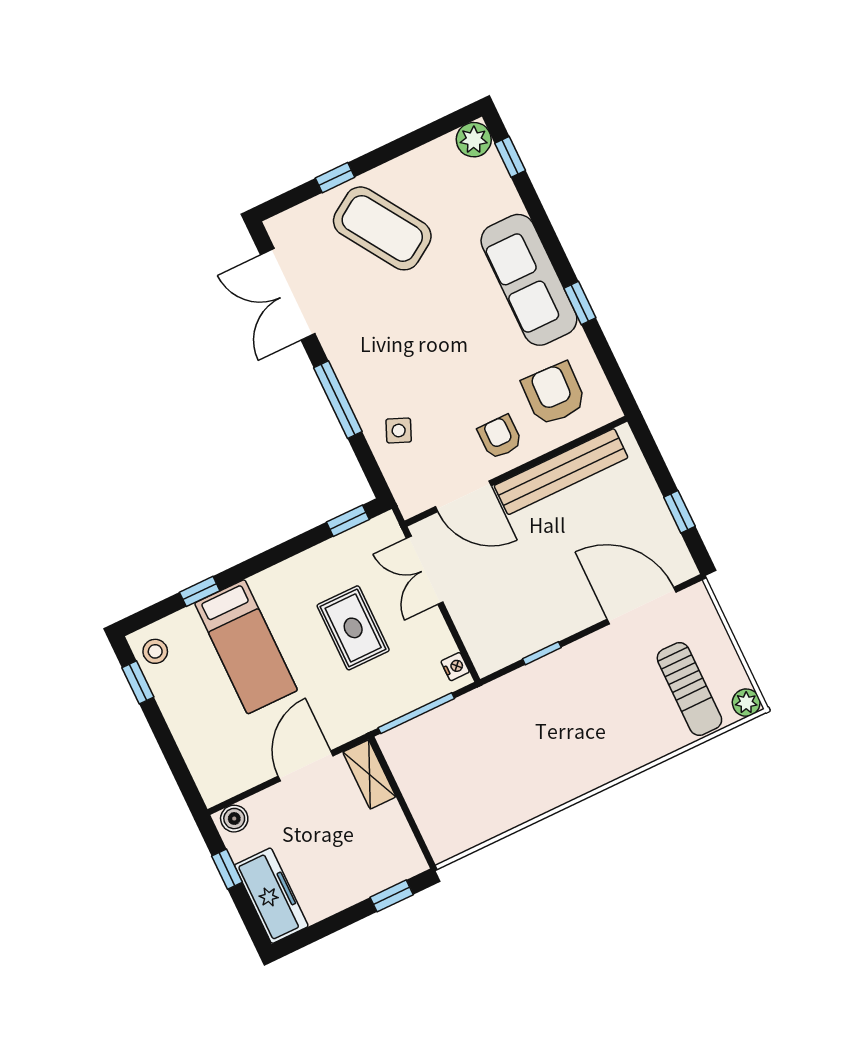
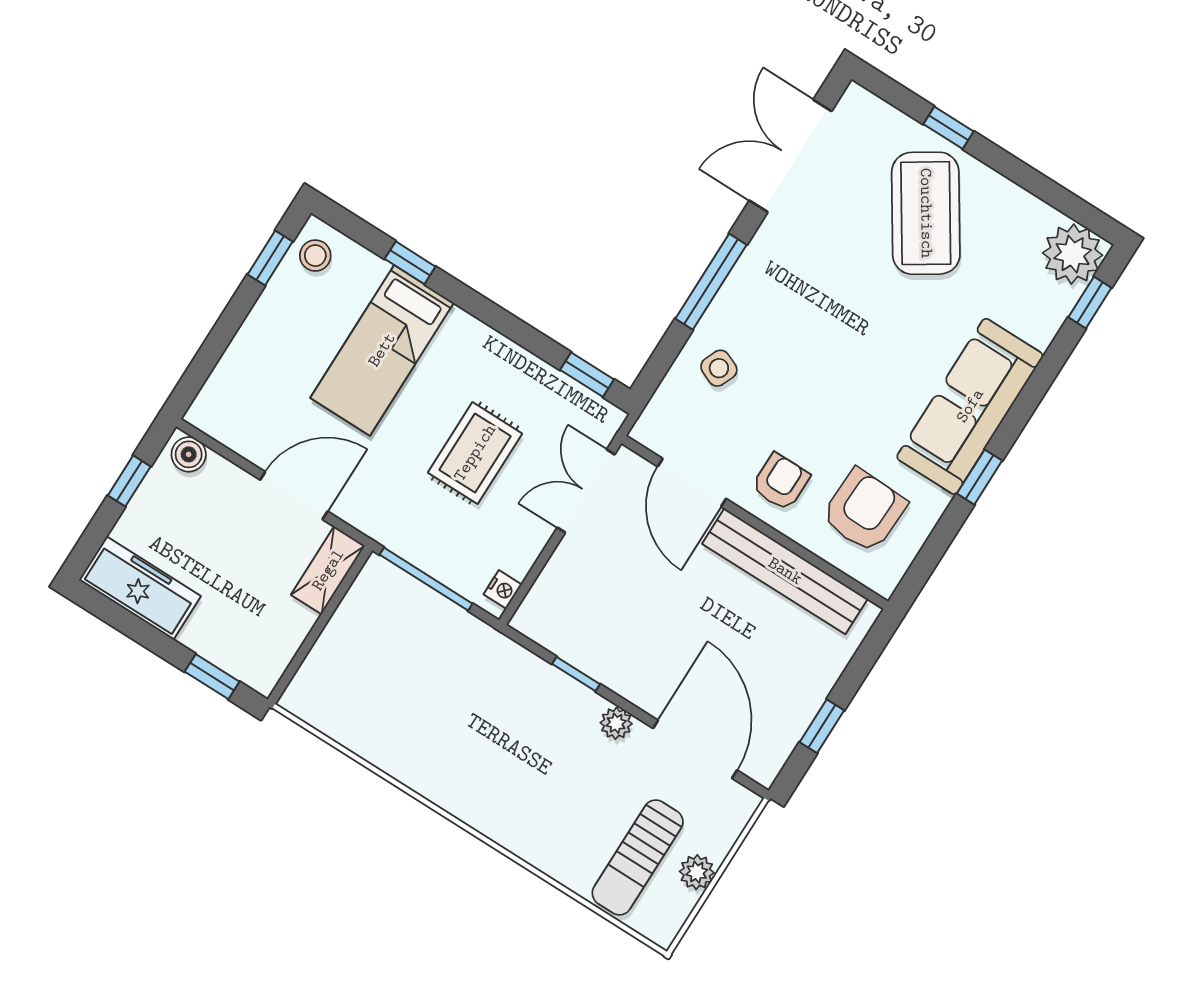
plant: (474, 140) -> (1073, 254), width x1.36, depth x1.36
plant: (591, 647) -> (616, 723), added
plant: (746, 703) -> (697, 872), moved
freezer: (271, 896) -> (140, 588), moved, turned -90

